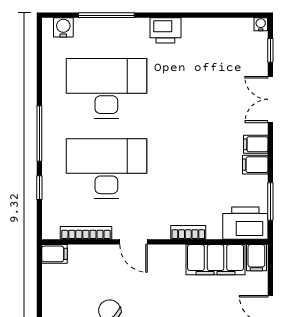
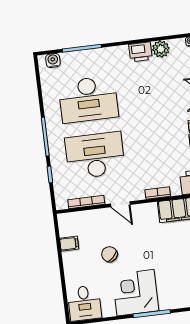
printer: (165, 30) -> (140, 52), moved
plant: (218, 30) -> (161, 49), added
desk: (106, 88) -> (88, 99), turned 180
filing cabinet: (54, 254) -> (69, 244), moved

